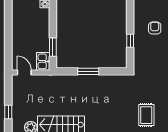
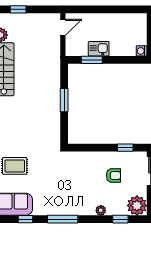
window: (130, 41) -> (125, 148), moved
kitchen sink: (43, 61) -> (99, 49), moved

